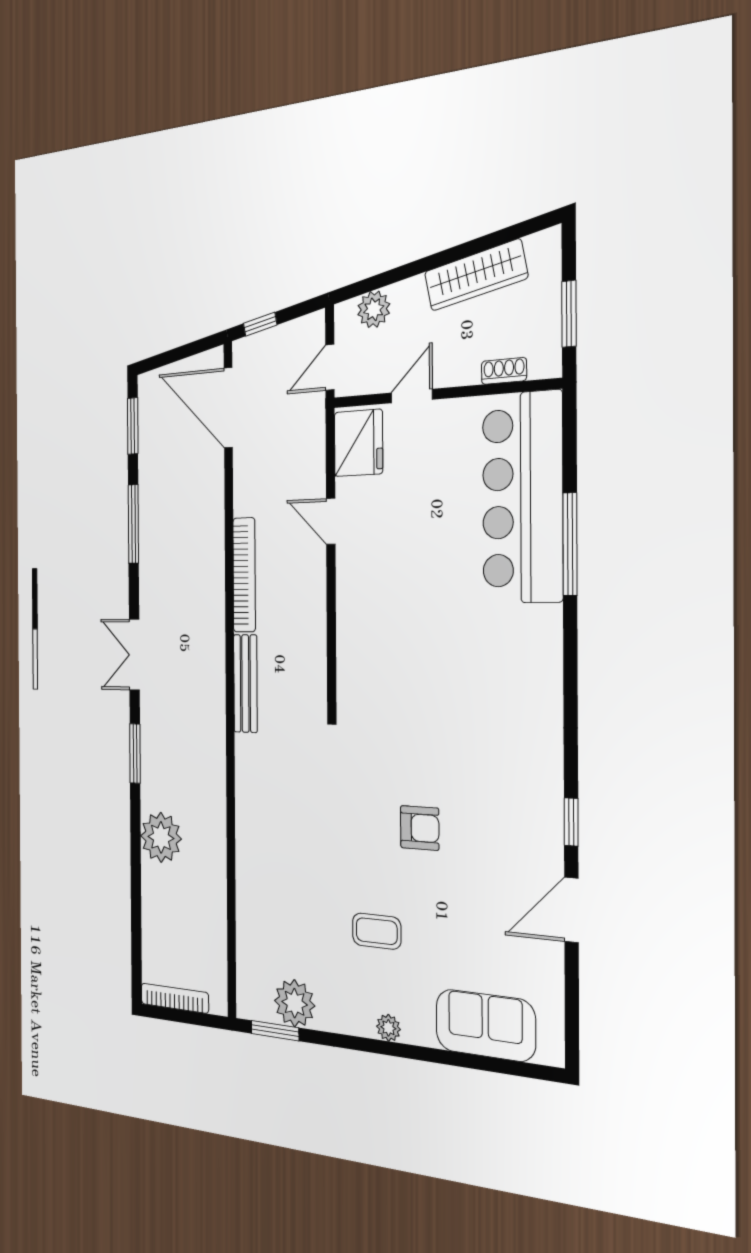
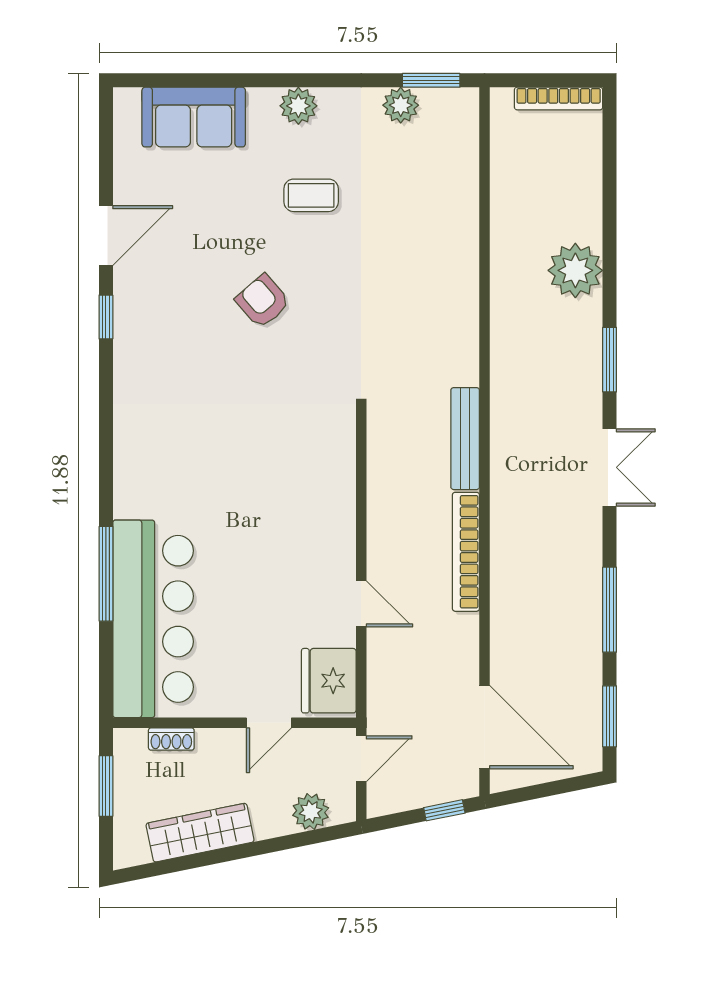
armchair: (420, 828) -> (263, 301), turned 49
plant: (295, 1003) -> (401, 105), width x0.73, depth x0.73
plant: (388, 1028) -> (298, 106), width x1.38, depth x1.38

